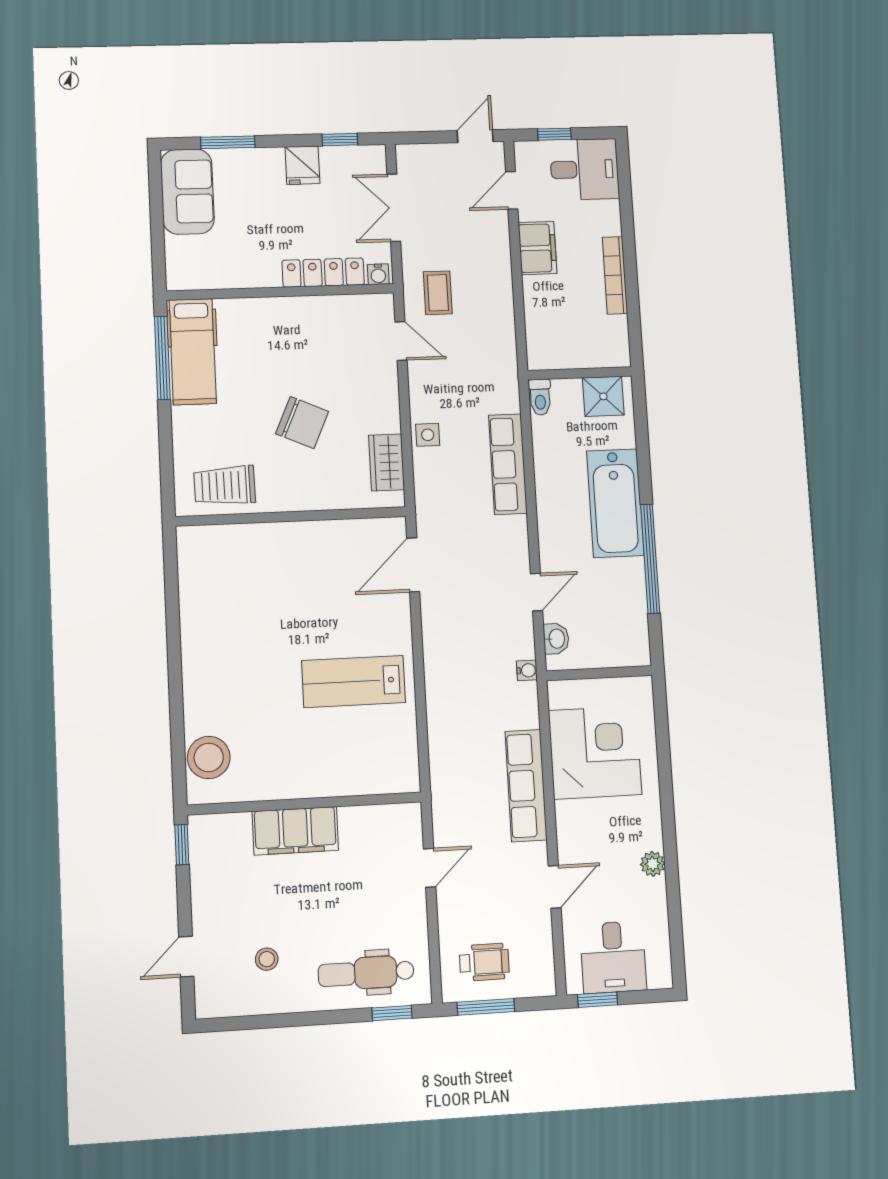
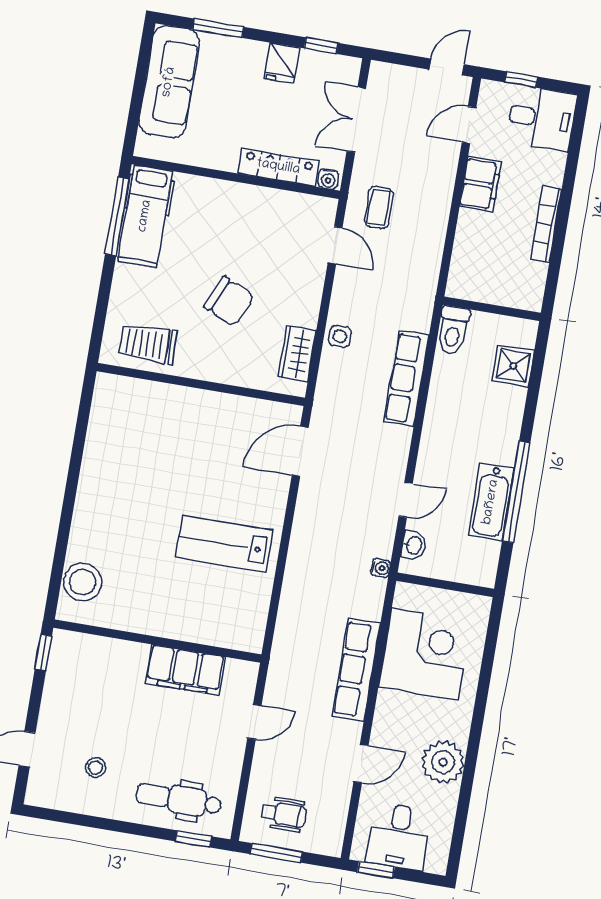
sofa: (187, 192) -> (169, 82), width x1.36
shower: (603, 396) -> (513, 366), moved
toilet: (540, 397) -> (453, 330), width x1.37, depth x1.39
bathtub: (615, 503) -> (491, 502), moved, width x0.73, depth x0.73
filing cabinet: (295, 831) -> (185, 670), moved
plant: (653, 864) -> (443, 762), width x1.87, depth x1.87

